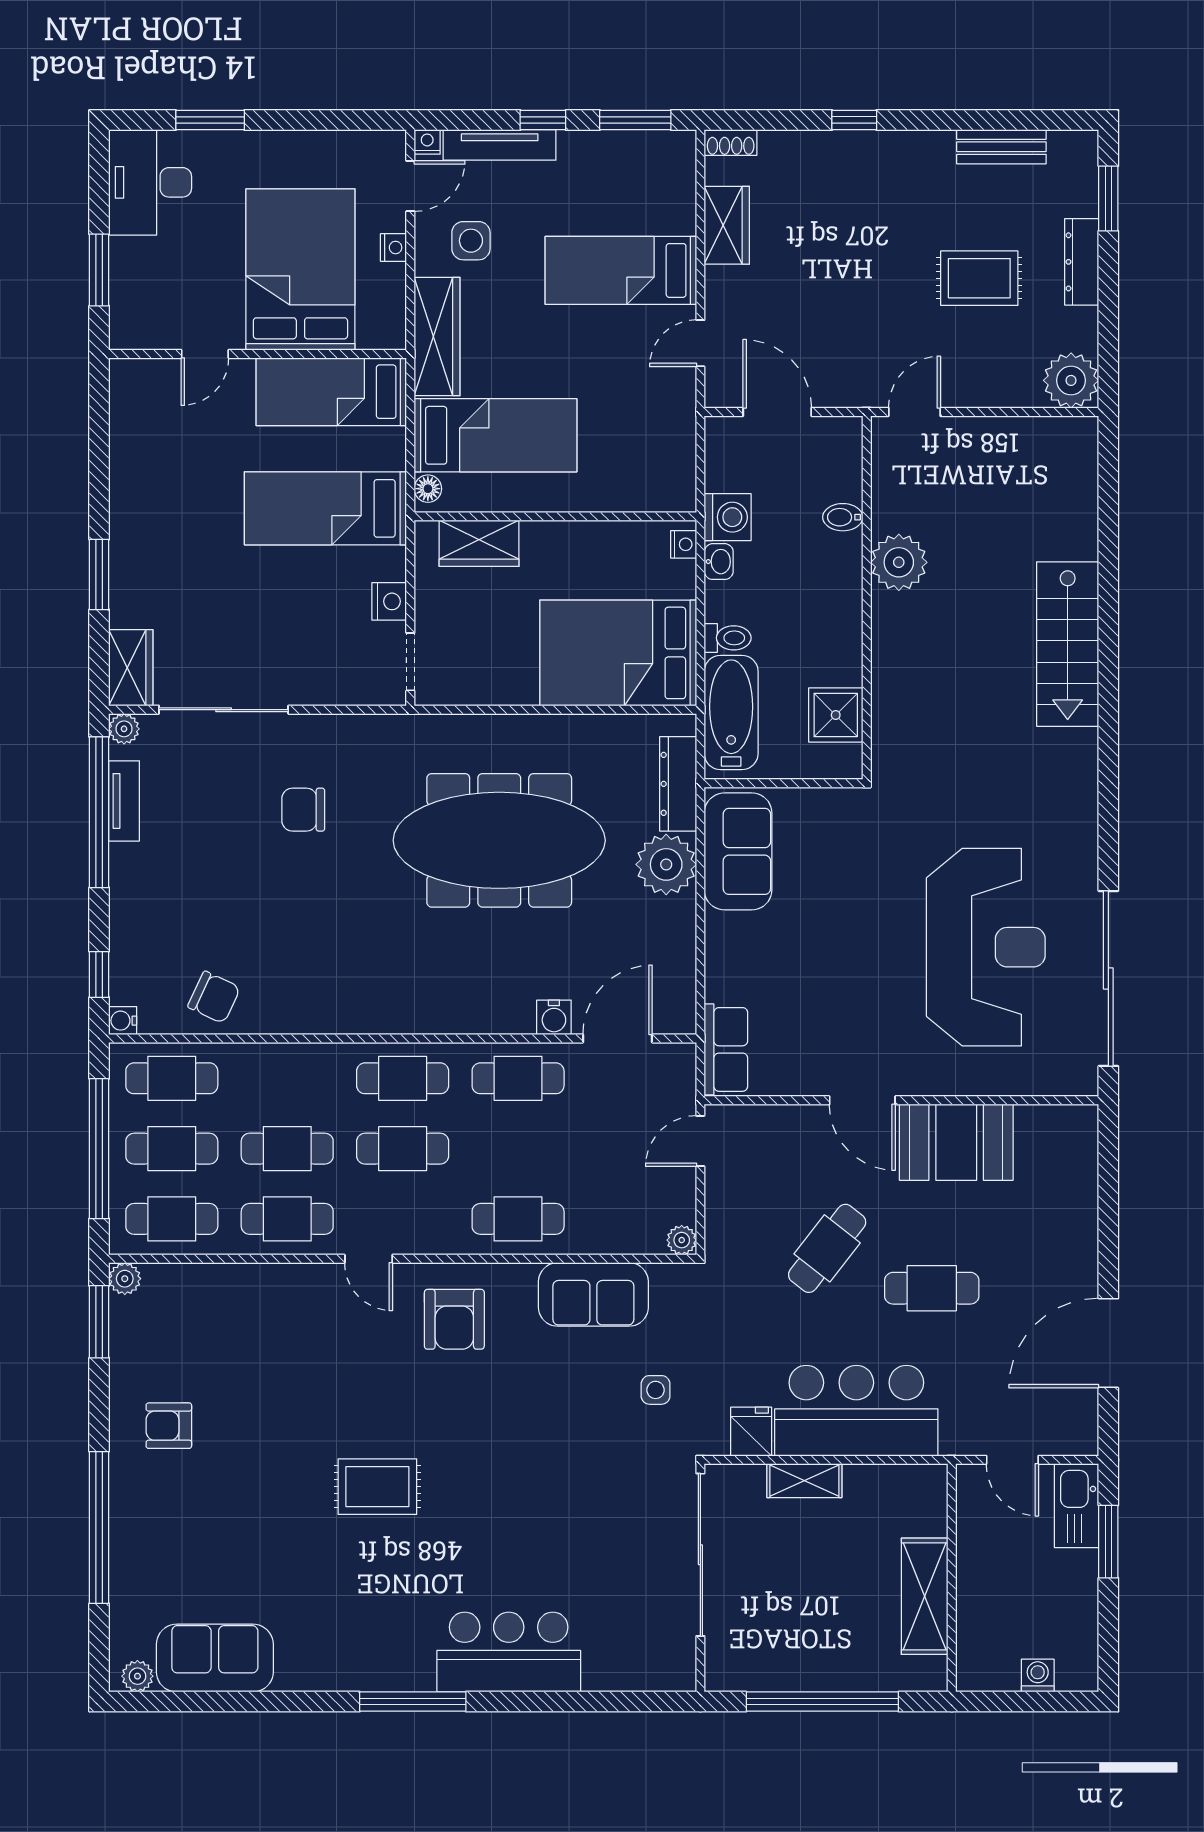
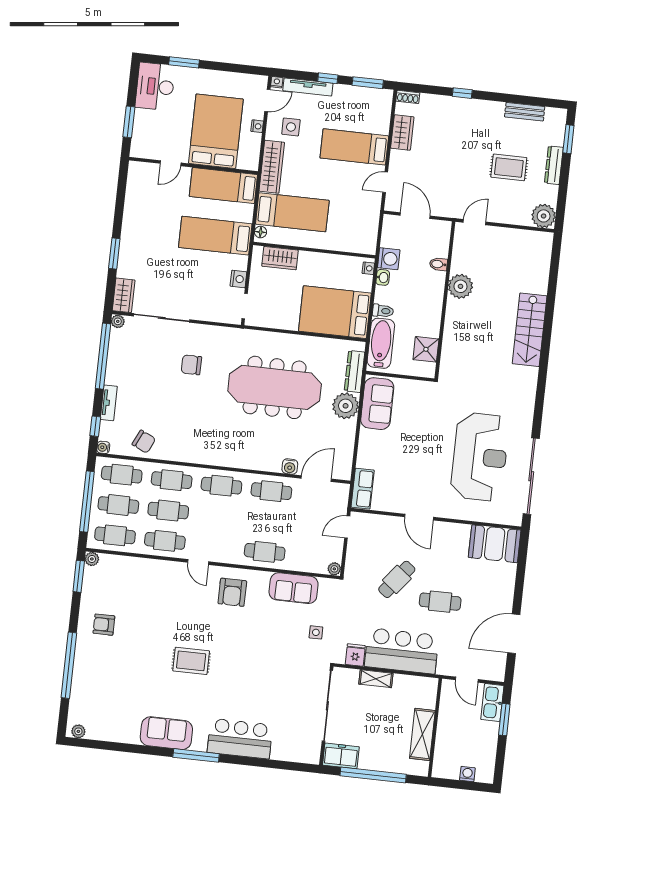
tv unit: (124, 801) -> (109, 403), moved
booth: (956, 1142) -> (495, 544), moved
cafe table: (403, 1149) -> (172, 480), moved
sofa: (215, 1658) -> (166, 733), moved
freezer: (744, 1666) -> (341, 756), added

